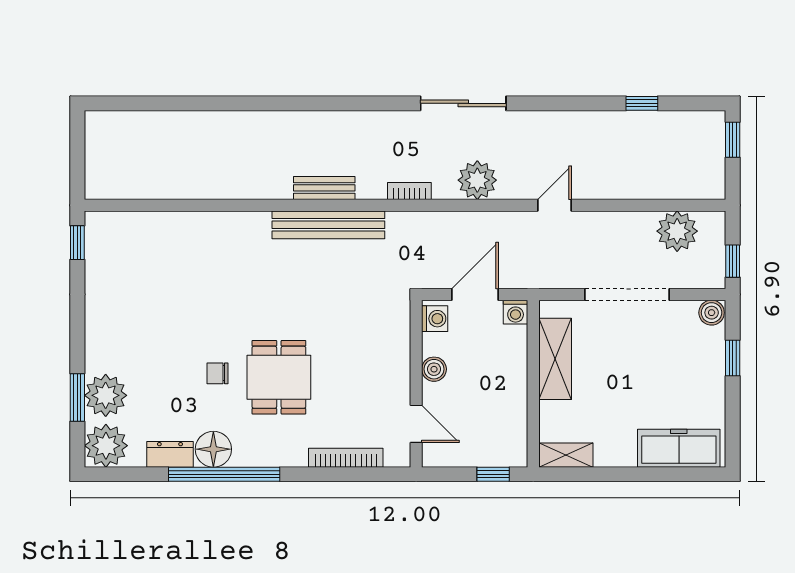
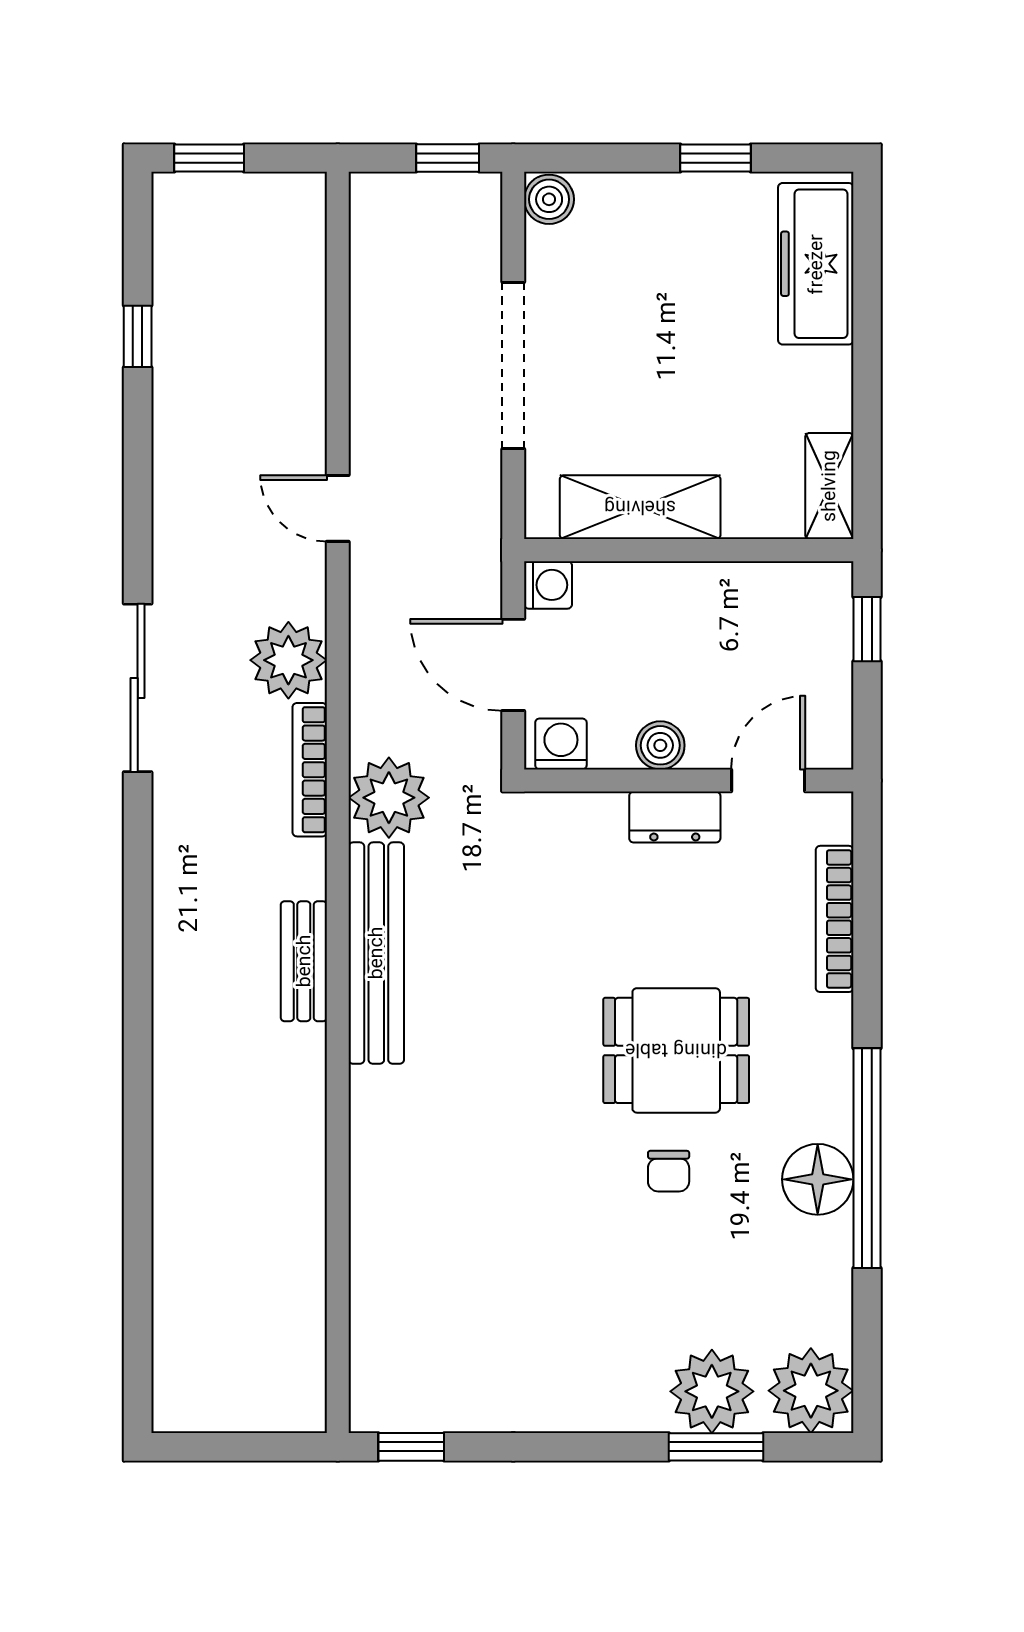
bookcase: (409, 191) -> (310, 770), width x1.56
plant: (677, 231) -> (389, 798), moved
window: (733, 358) -> (715, 158), moved
dresser: (170, 454) -> (675, 817), moved, turned -90

